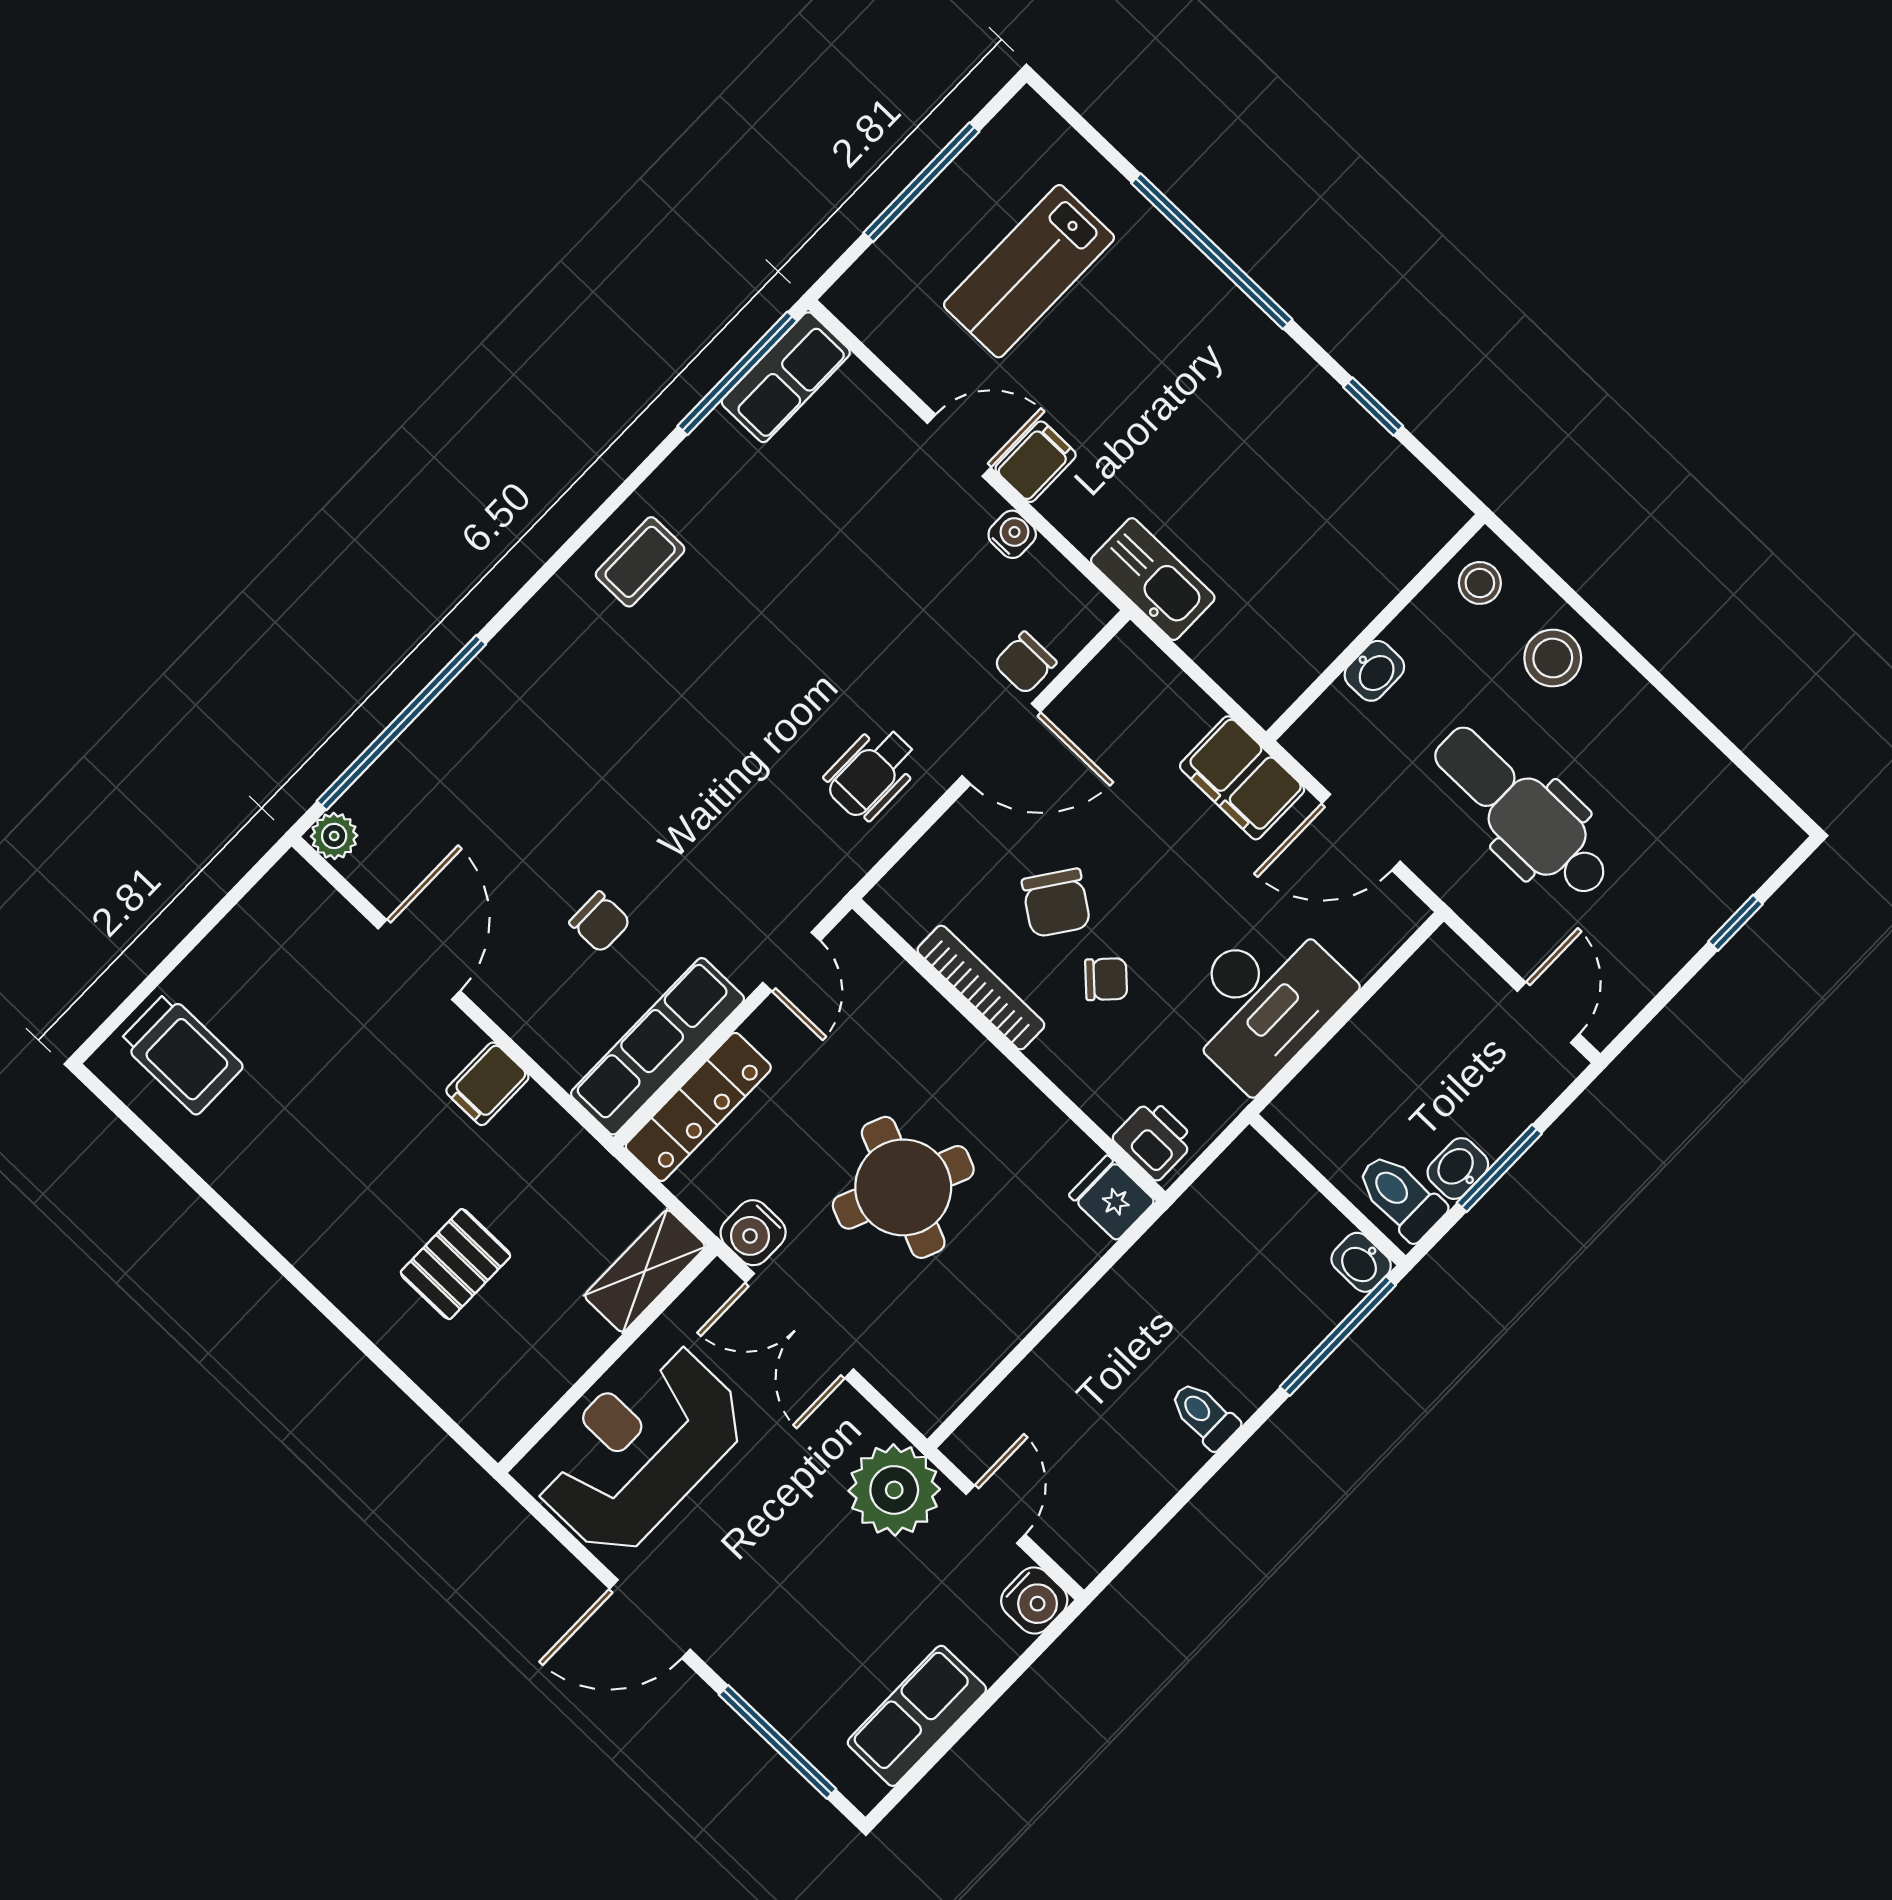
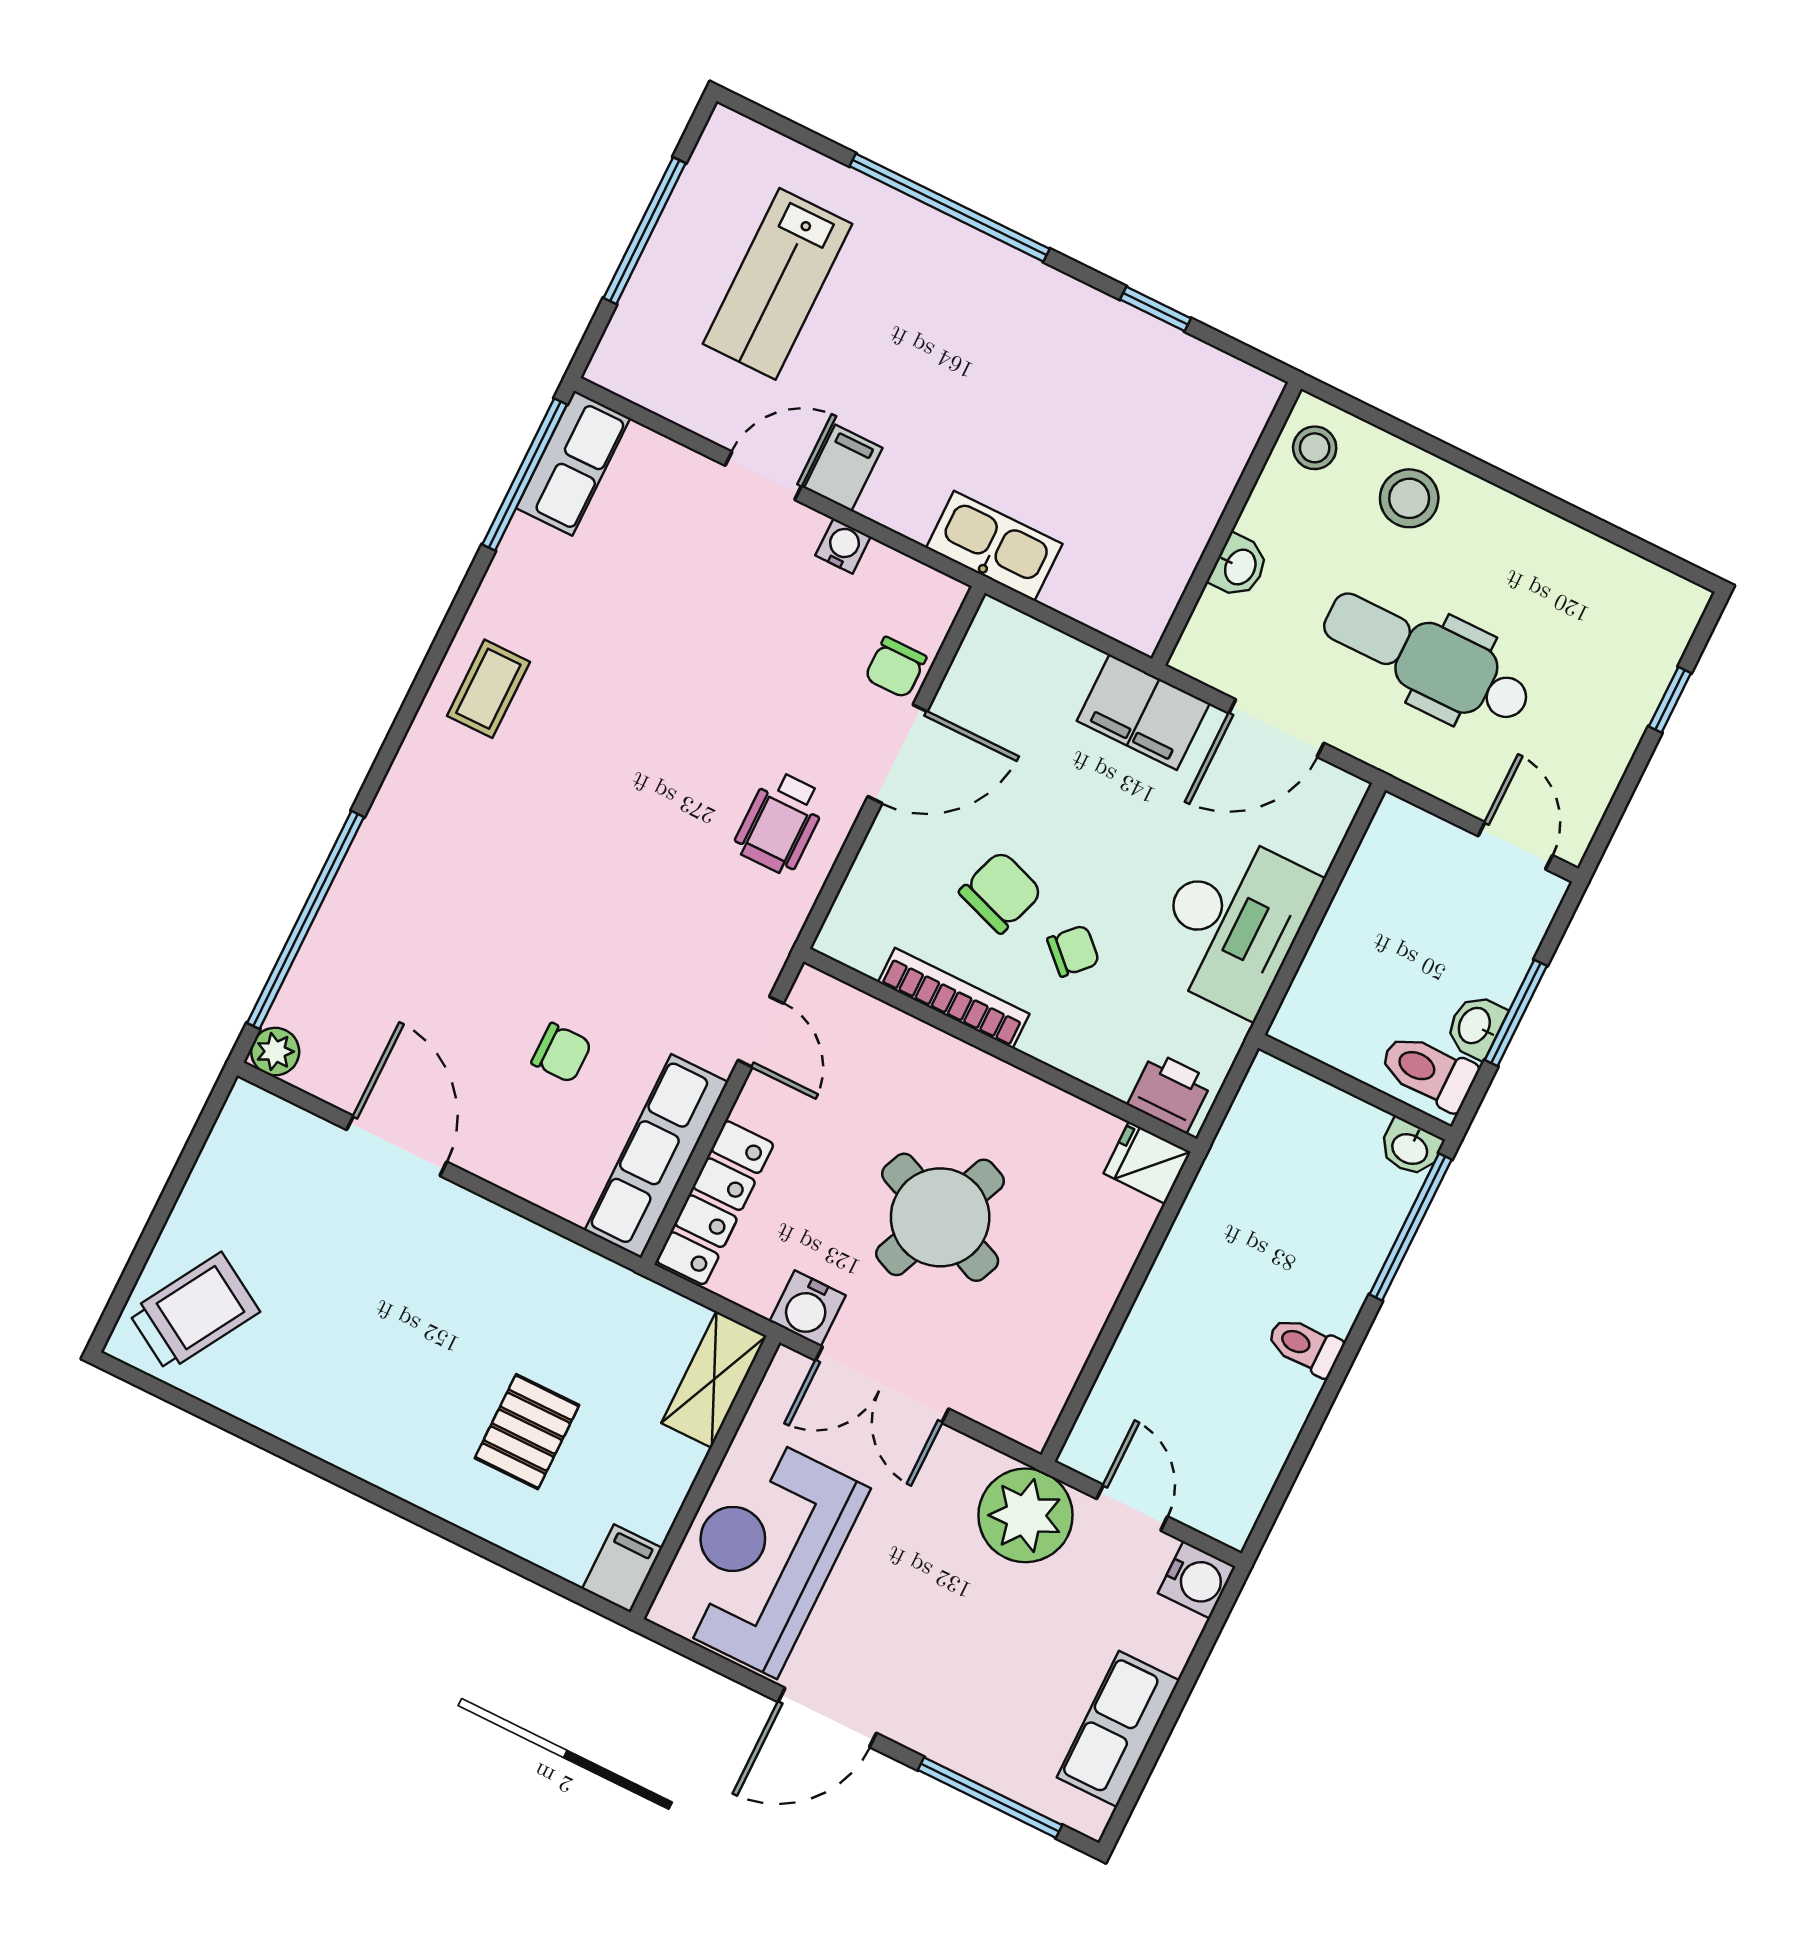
chair: (1056, 903) -> (1001, 892), turned -106
trolley: (181, 1054) -> (194, 1312), turned -59
filing cabinet: (487, 1084) -> (622, 1568), moved, turned 180

